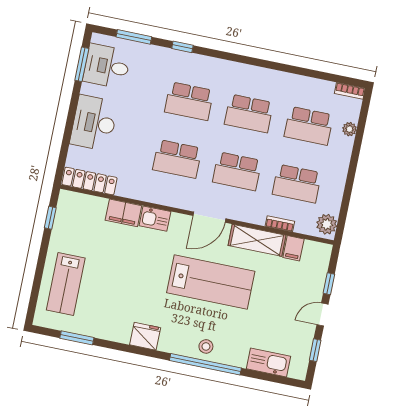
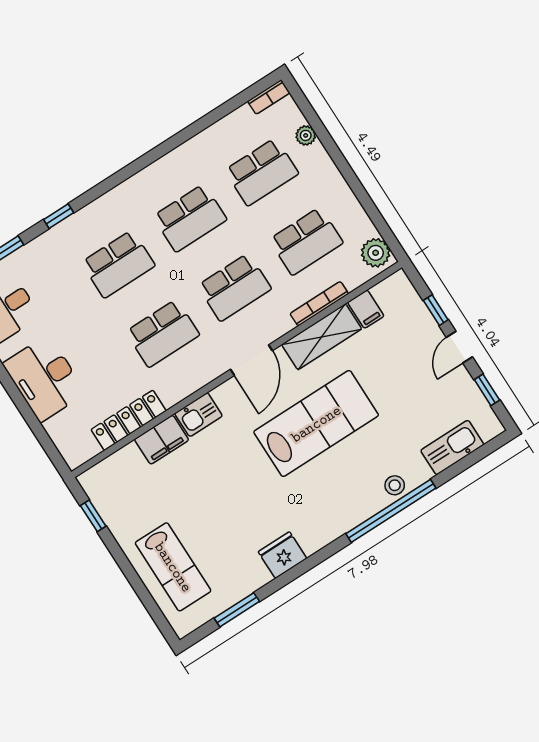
locker: (89, 181) -> (129, 420), moved
bookcase: (280, 224) -> (319, 304), width x1.56
fridge: (145, 336) -> (283, 555), moved
stool: (206, 346) -> (395, 485), moved

